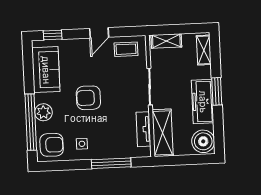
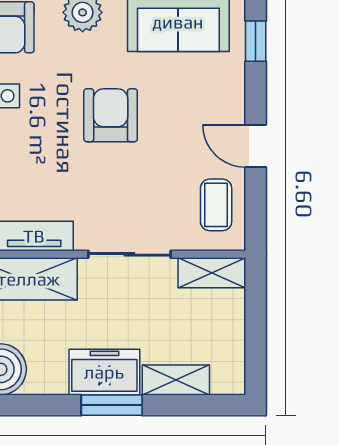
shelving: (166, 41) -> (212, 273), moved, turned 90
shelving: (204, 50) -> (176, 380), moved
freezer: (203, 102) -> (104, 372), width x0.71

